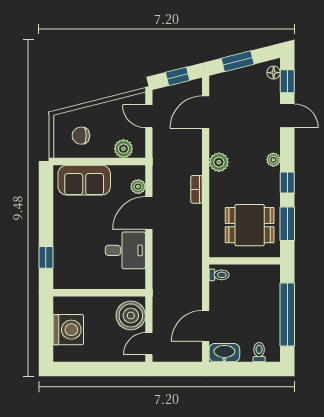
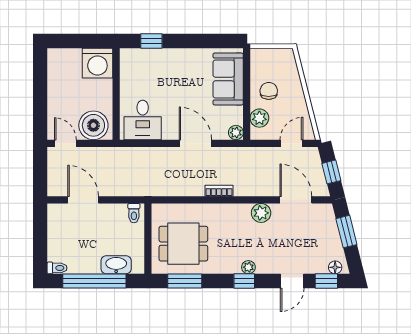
chair: (81, 136) -> (269, 91), moved
plant: (219, 162) -> (261, 213), moved
window: (287, 182) -> (244, 281), moved
plant: (138, 187) -> (236, 133), moved
dining table: (250, 225) -> (183, 244), turned 90
desk: (125, 250) -> (143, 120), moved
washing machine: (68, 330) -> (97, 63), moved
toilet: (259, 352) -> (57, 268), moved
washbasin: (224, 353) -> (116, 265), moved, turned -90

